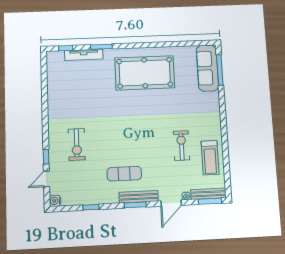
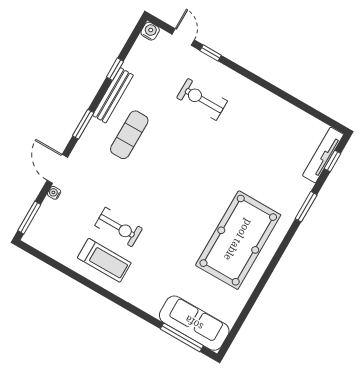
tv unit: (84, 55) -> (323, 155), moved
treadmill: (210, 158) -> (104, 260), moved, turned 180
bench: (208, 194) -> (39, 222), removed
bench: (139, 197) -> (113, 95), moved

